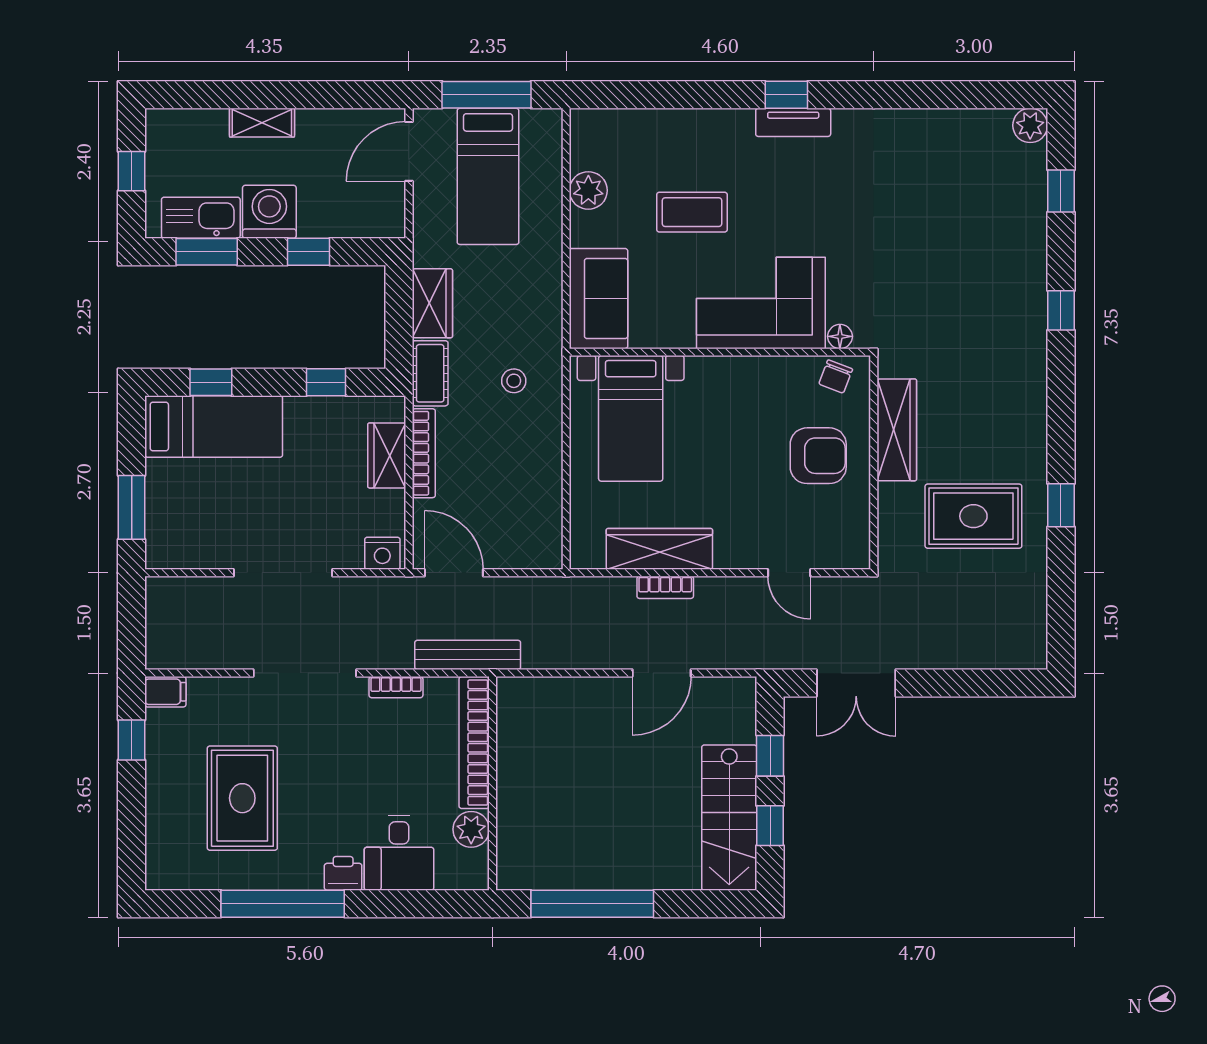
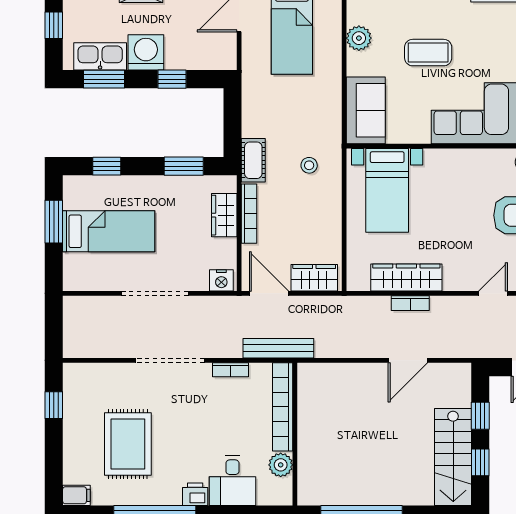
wardrobe: (432, 303) -> (314, 278), moved, turned -90
window: (326, 382) -> (184, 166), width x1.50
bed: (214, 427) -> (109, 231), moved
window: (132, 507) -> (54, 222), moved
door: (789, 573) -> (493, 293), swing flipped
filing cabinet: (165, 692) -> (76, 495), moved

